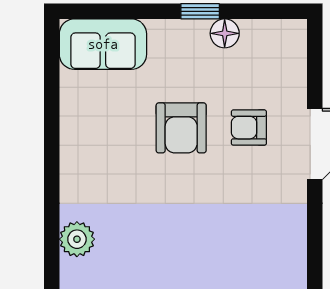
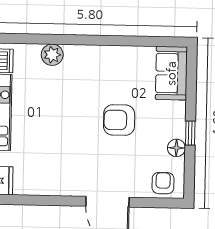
armchair: (249, 128) -> (163, 183), moved

